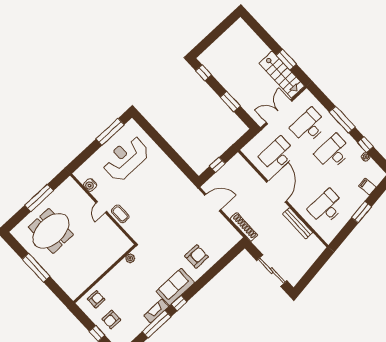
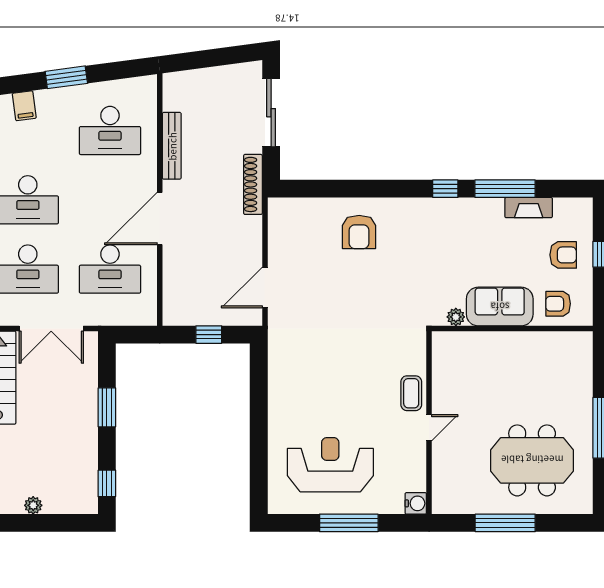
plant: (224, 39) -> (33, 505), added
window: (110, 132) -> (349, 523), moved
reception desk: (126, 158) -> (330, 465), turned 180
water cooler: (90, 185) -> (416, 503), moved
door: (213, 202) -> (265, 287), hinge flipped
shoe rack: (244, 227) -> (253, 184), moved
armchair: (197, 256) -> (359, 232), turned -90
sofa: (175, 287) -> (500, 307), moved, turned 180
fireplace: (156, 311) -> (529, 208), moved

